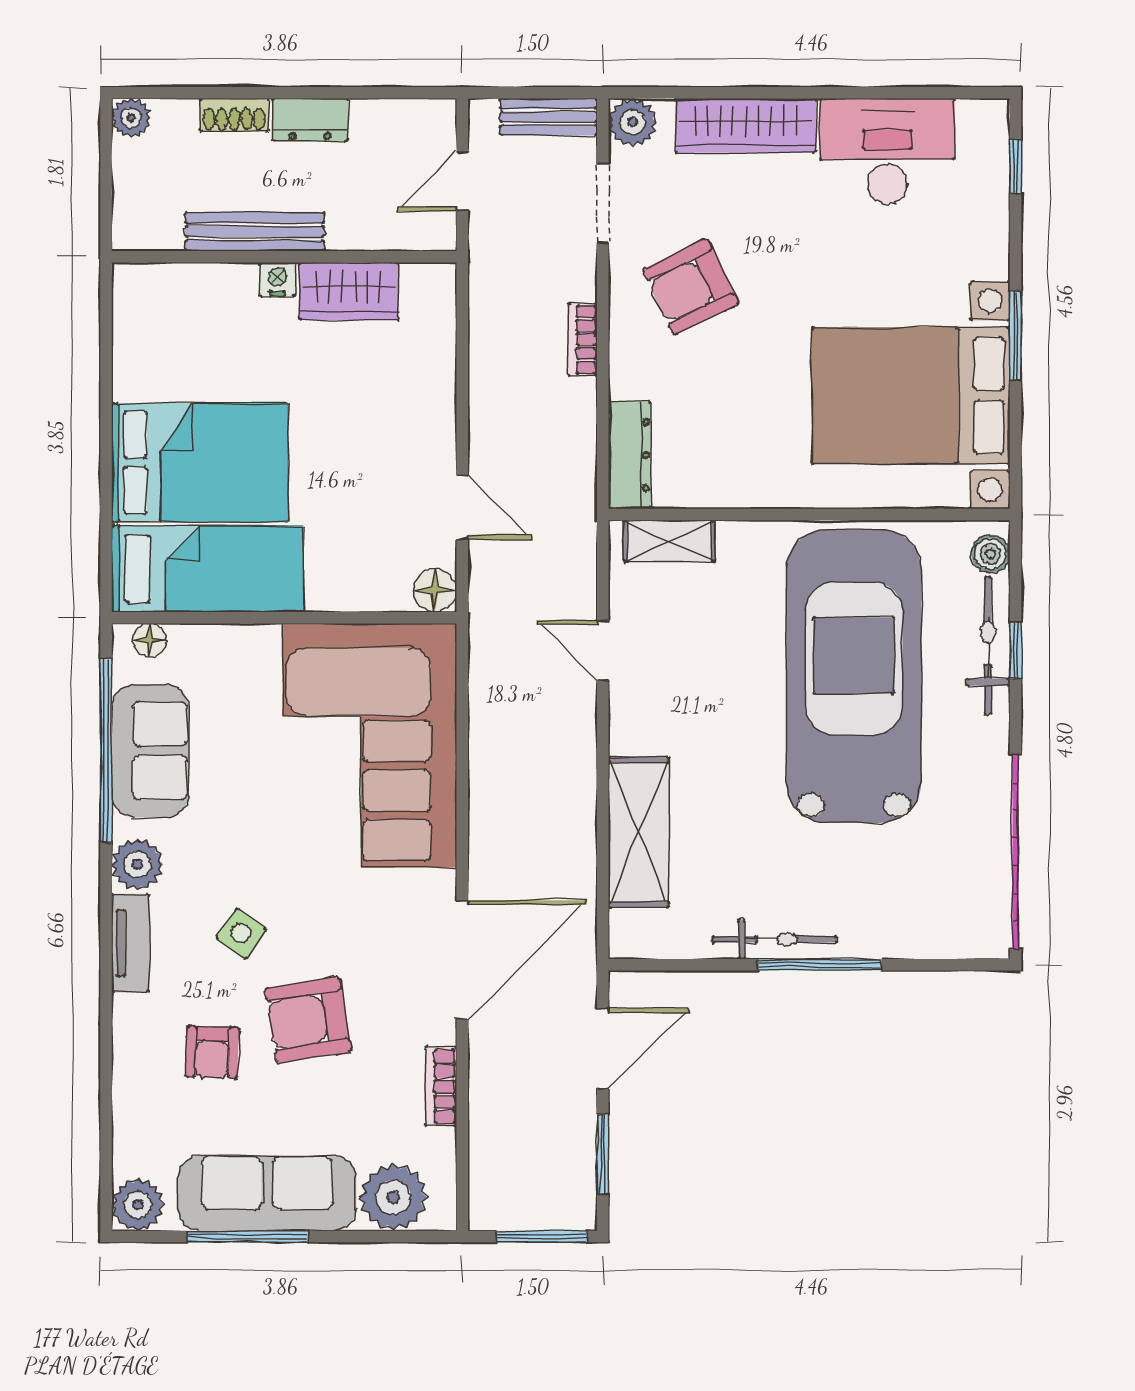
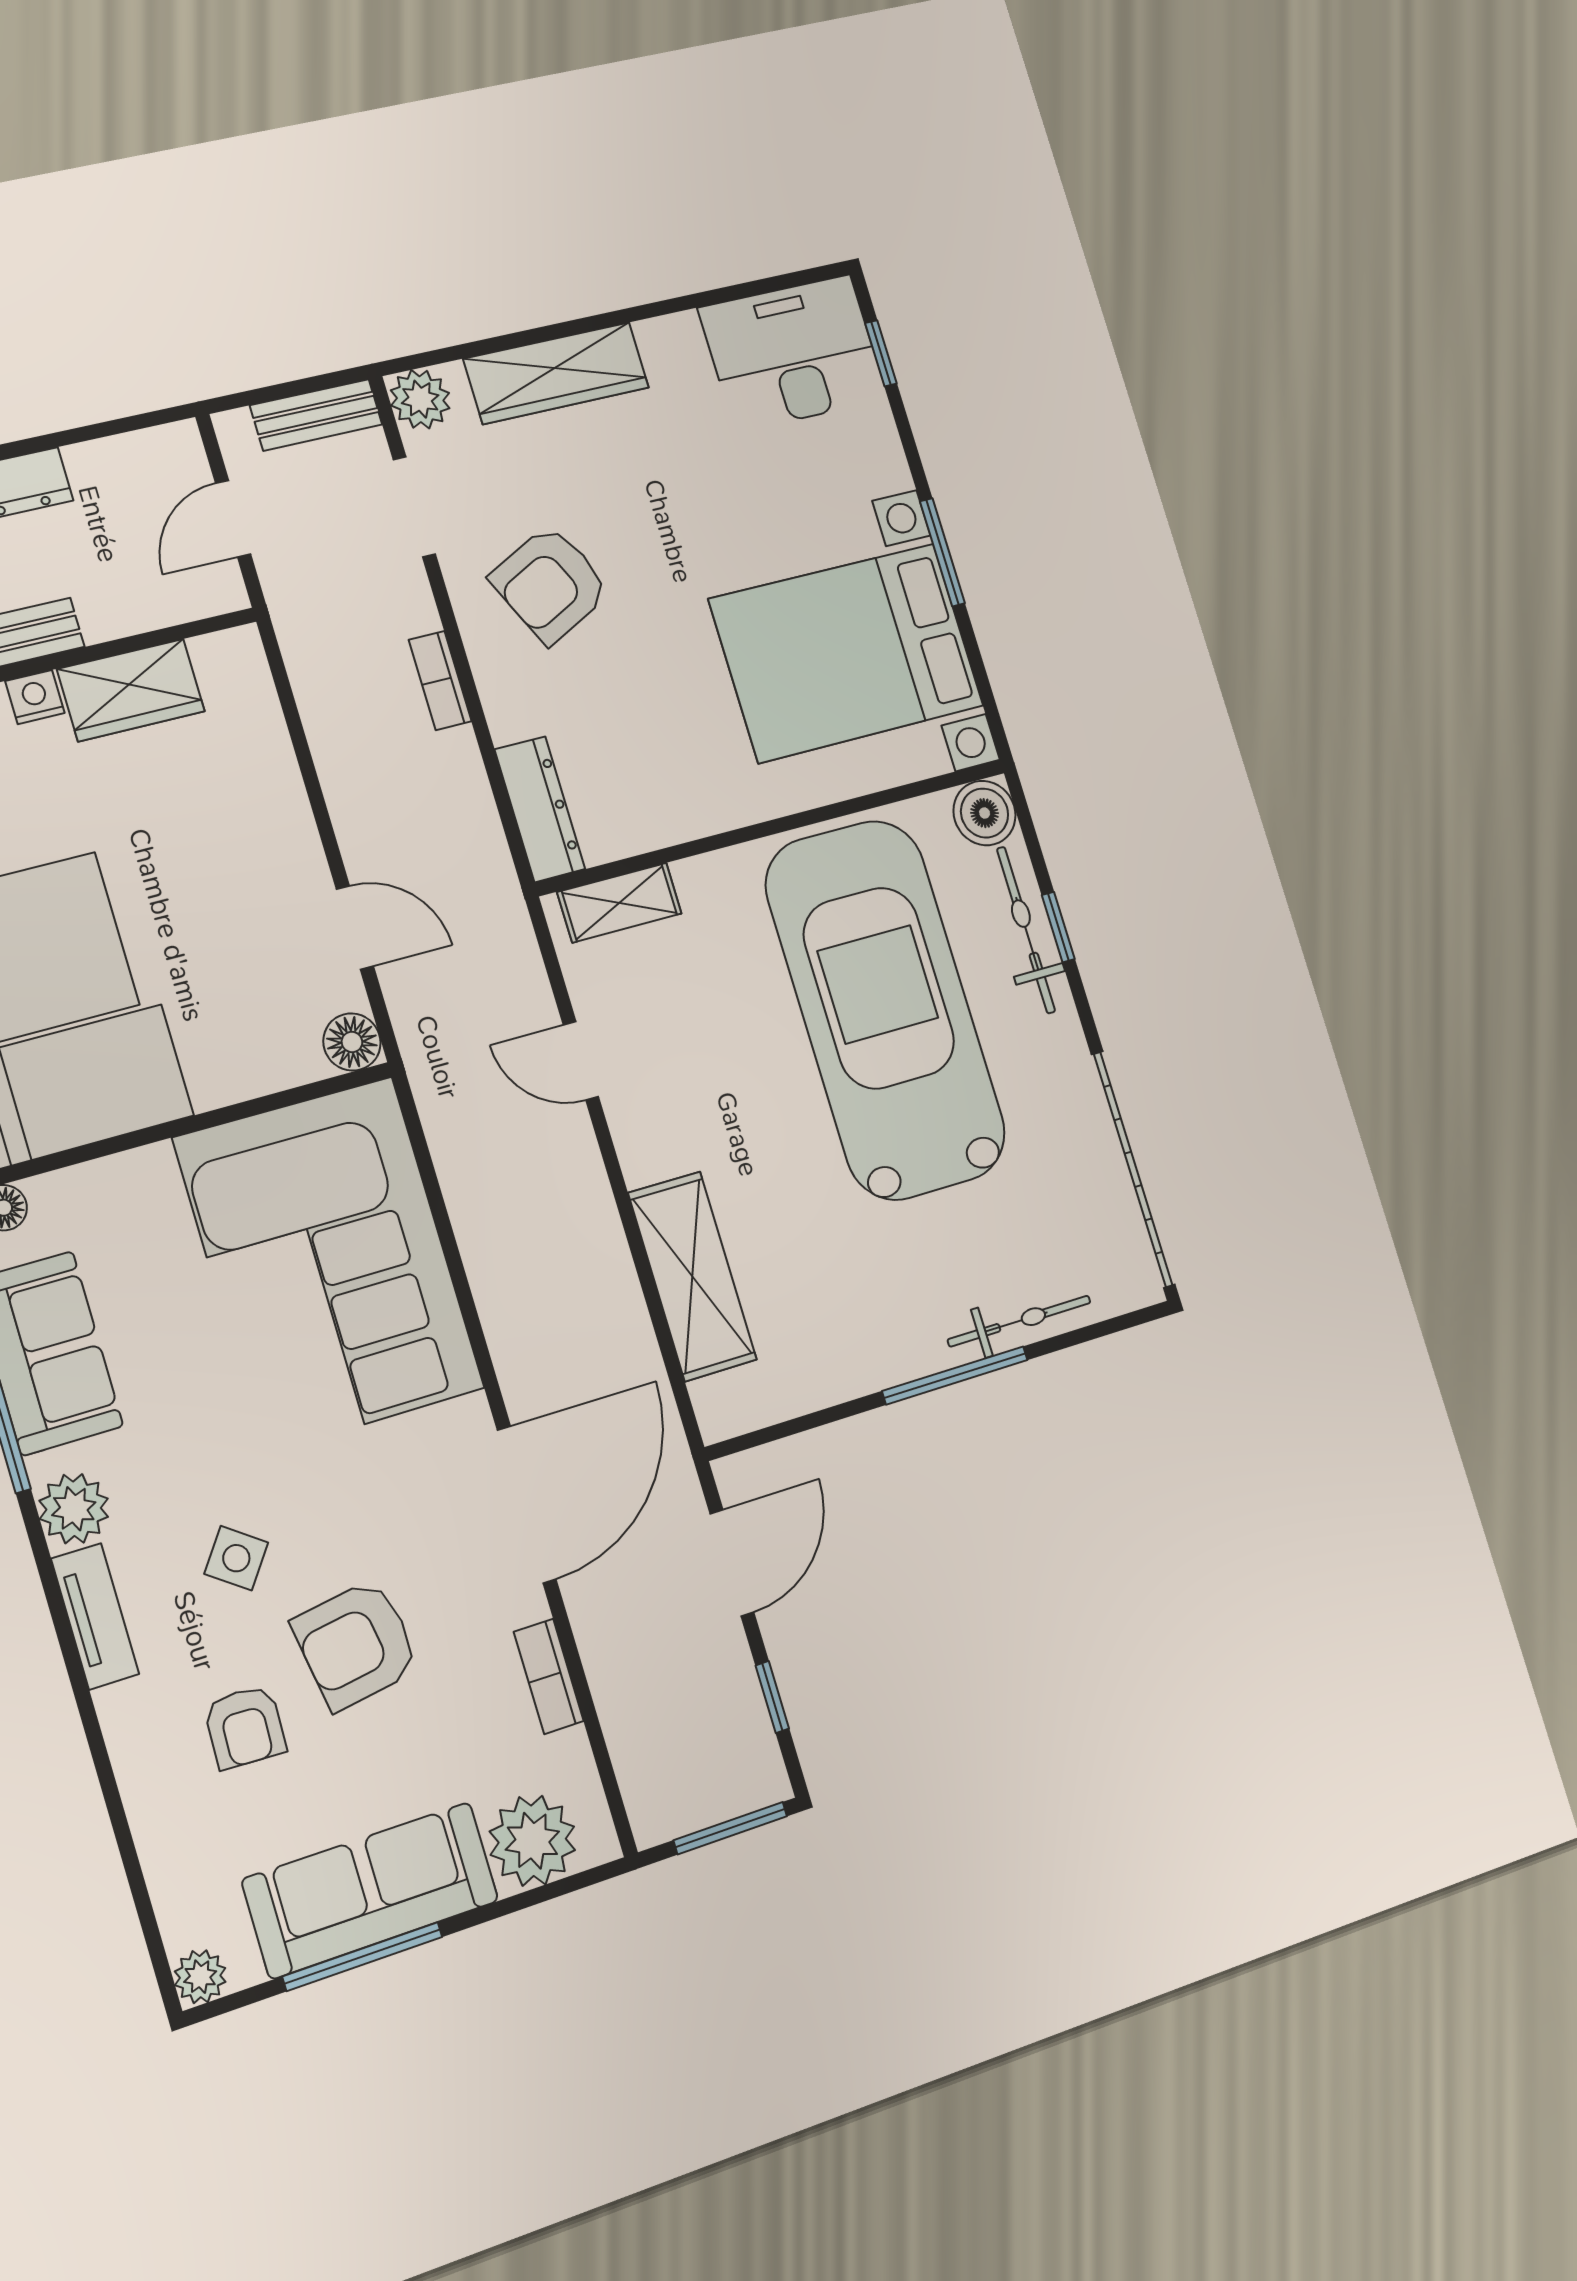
desk: (887, 151) -> (793, 353), moved
boiler: (991, 554) -> (985, 813), width x1.36, depth x1.36
bicycle: (775, 939) -> (1019, 1321), moved
window: (603, 1154) -> (772, 1697), width x0.67
plant: (138, 1205) -> (200, 1977), width x0.73, depth x0.73

